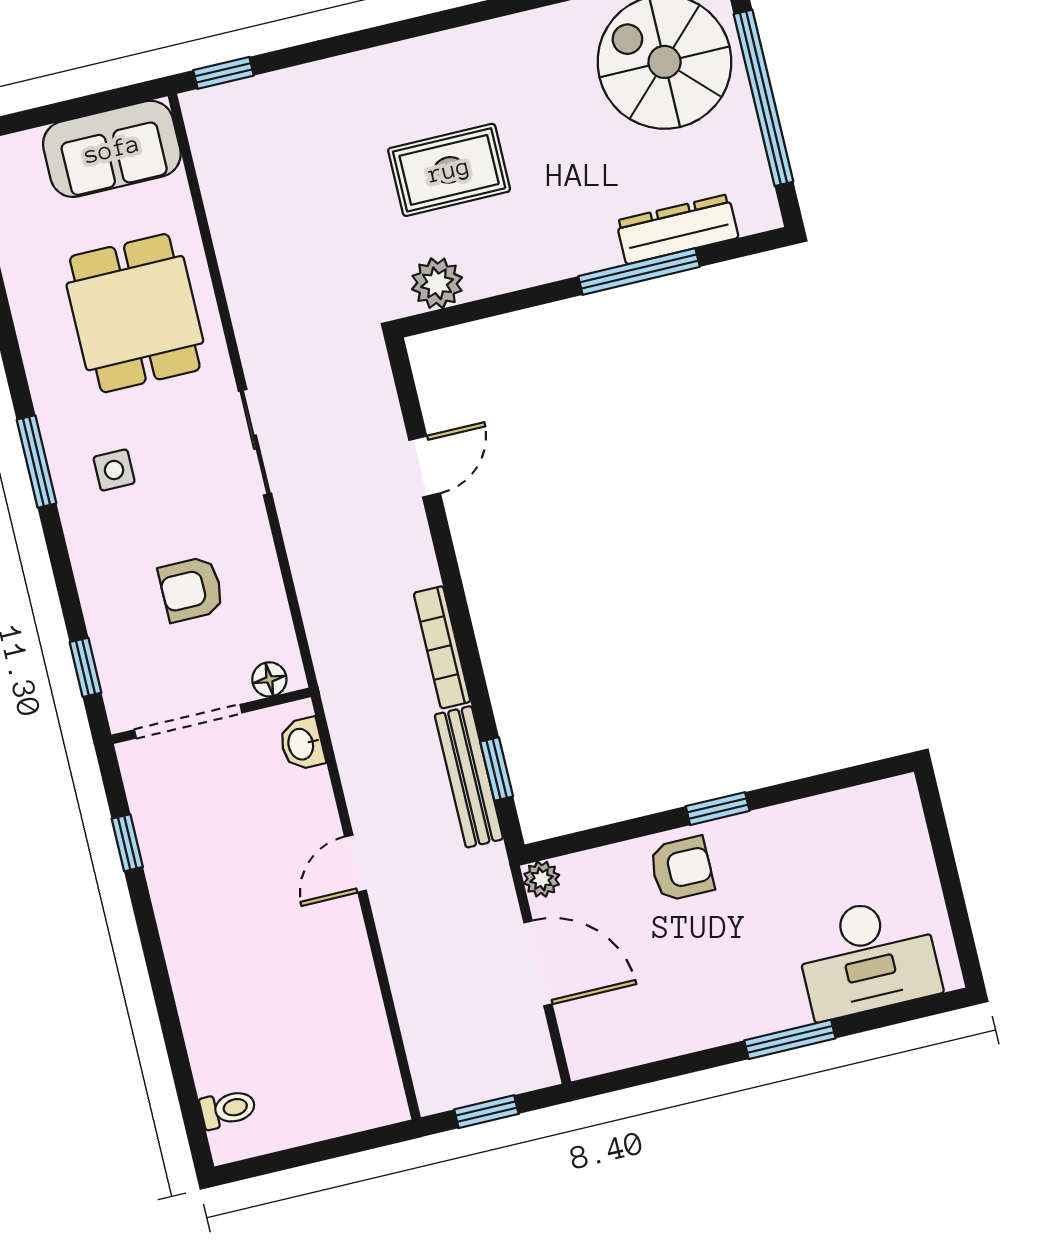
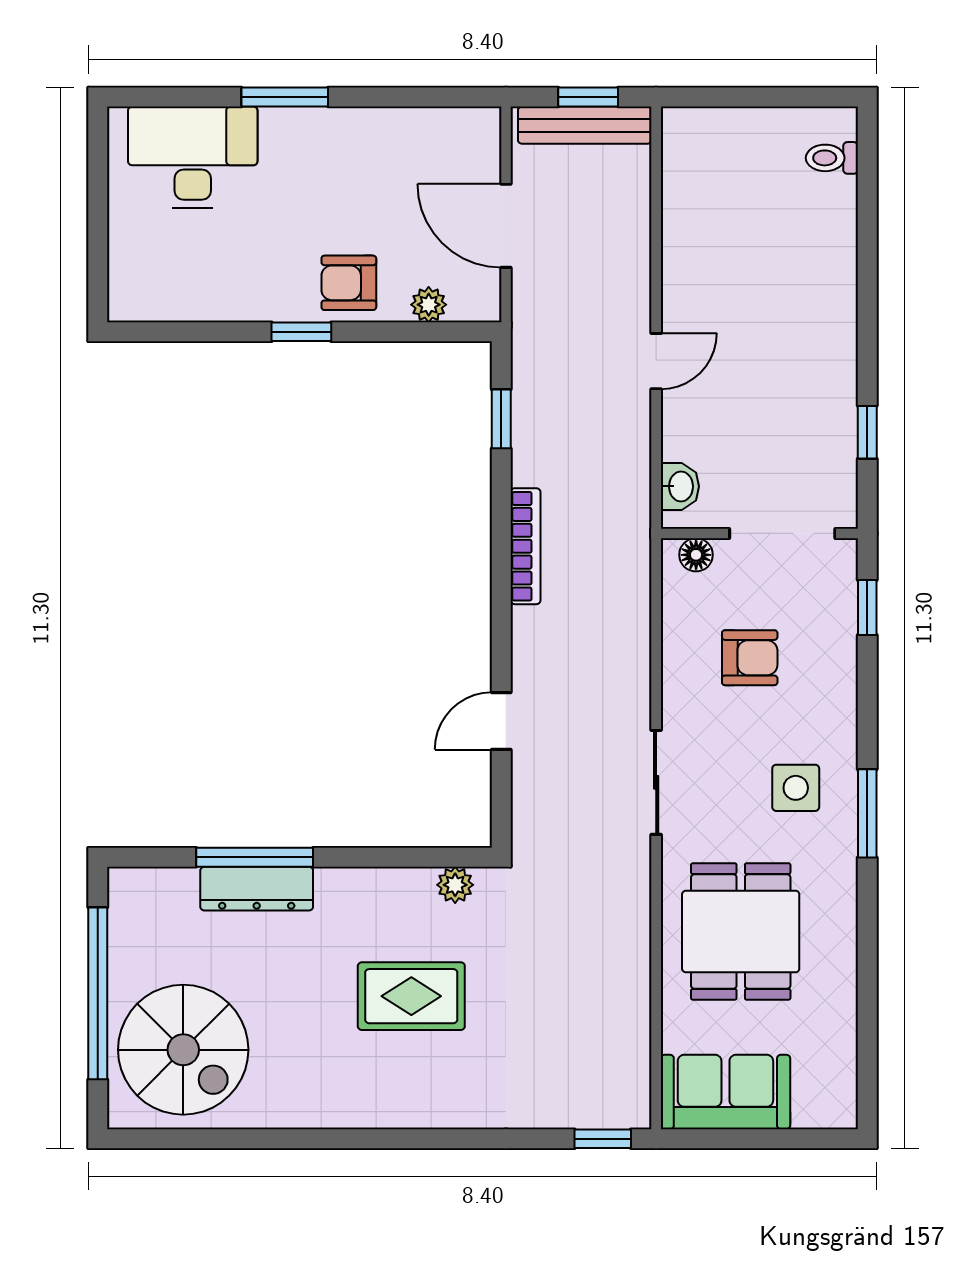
dresser: (677, 229) -> (257, 889), moved
plant: (437, 283) -> (455, 885), width x0.73, depth x0.73
side table: (114, 470) -> (796, 788), width x1.37, depth x1.37
bench: (469, 777) -> (585, 125), moved, turned 90
plant: (542, 879) -> (429, 305), moved

